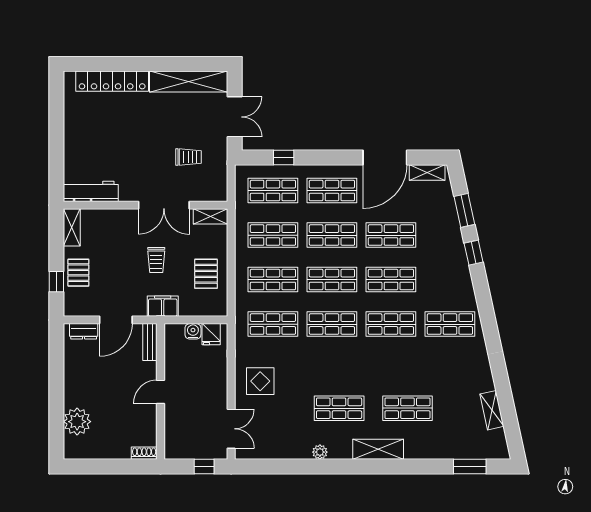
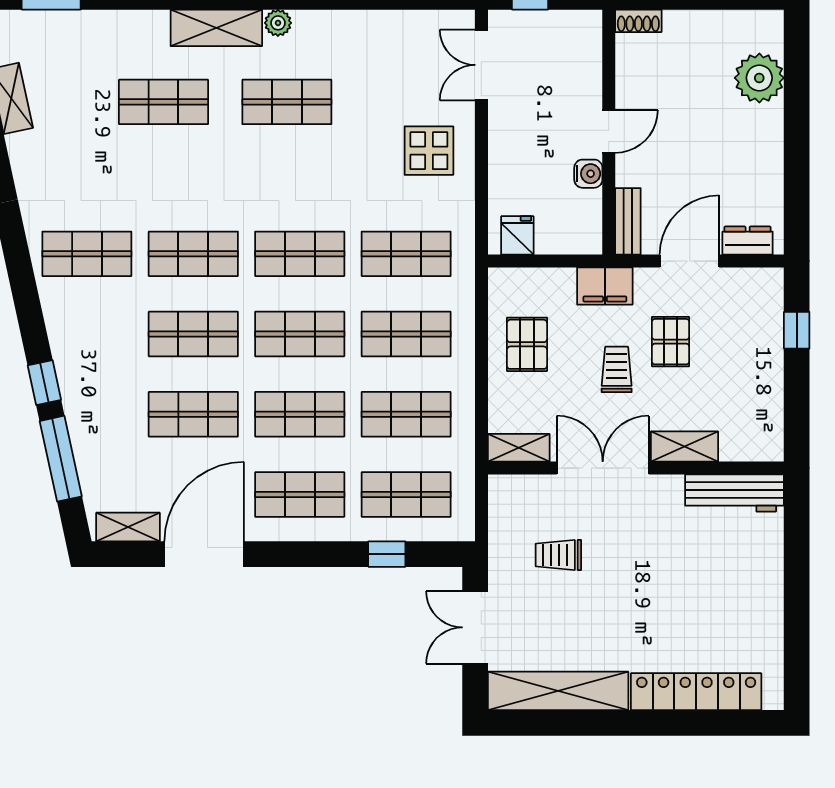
window: (464, 210) -> (61, 459), width x1.44
shelving: (72, 227) -> (684, 447), moved, turned 90
pallet: (78, 273) -> (671, 342), moved
water cooler: (193, 331) -> (588, 174), moved, turned -90
plant: (320, 452) -> (278, 23), moved

